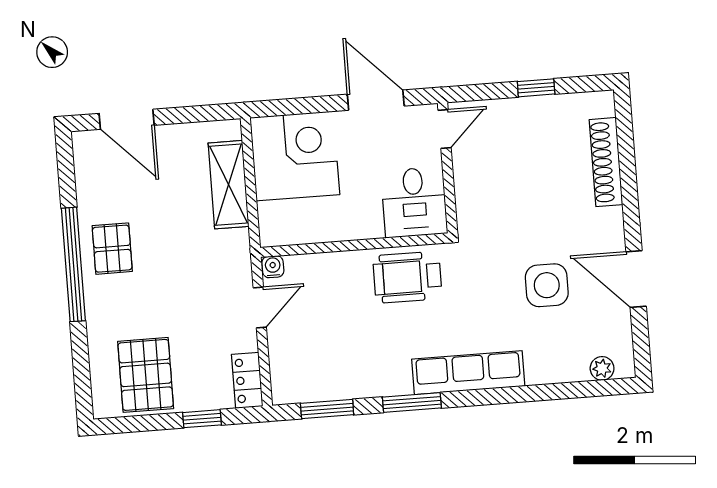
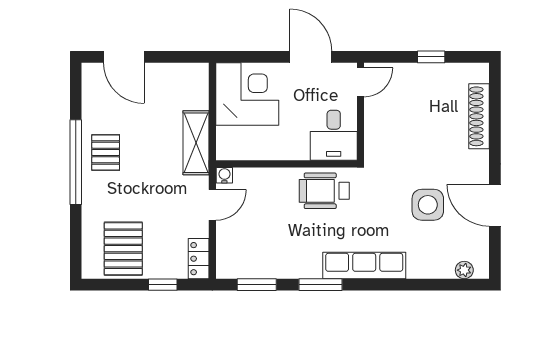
shelving: (229, 185) -> (196, 143), moved

